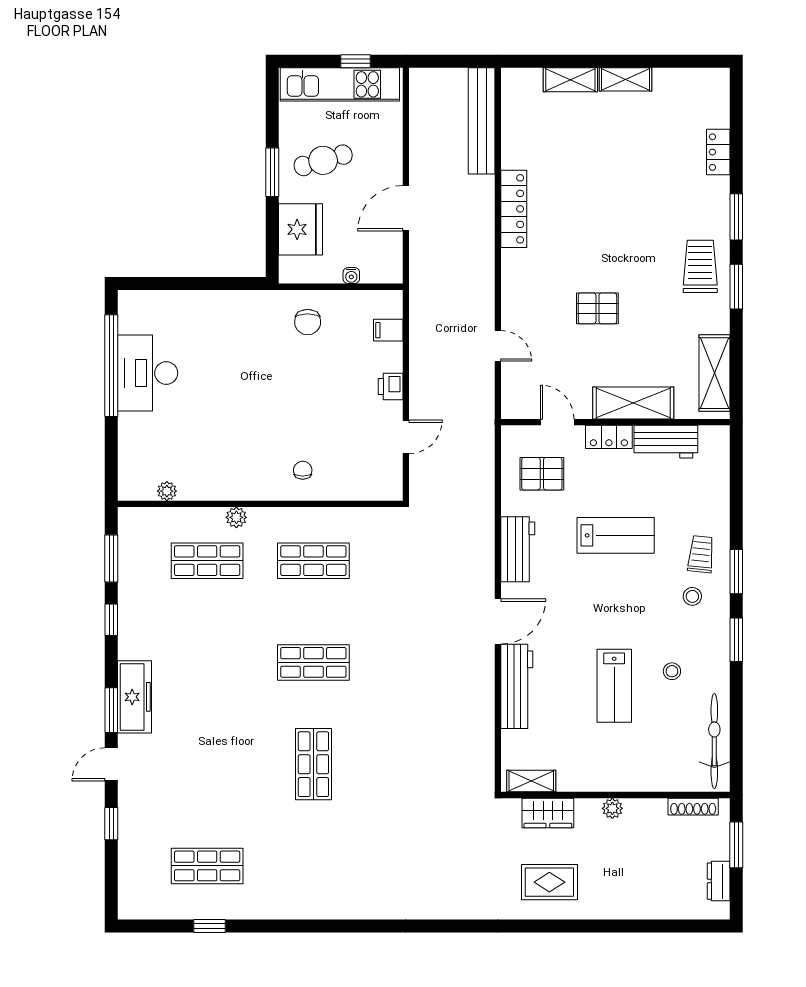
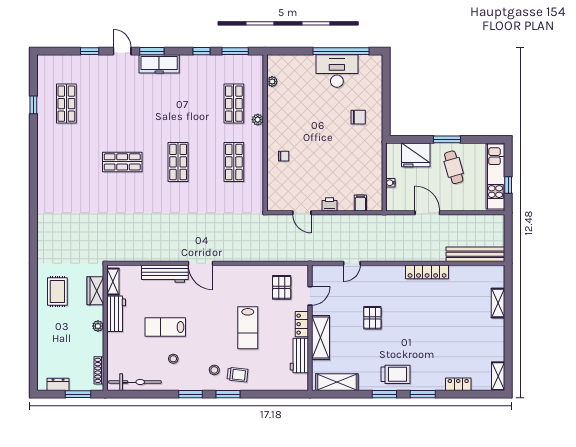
shelving: (626, 79) -> (498, 376), moved
chair: (308, 322) -> (358, 117), moved, turned 180
workbench: (518, 549) -> (116, 314), moved, turned -90

